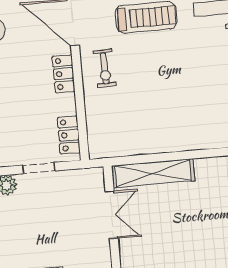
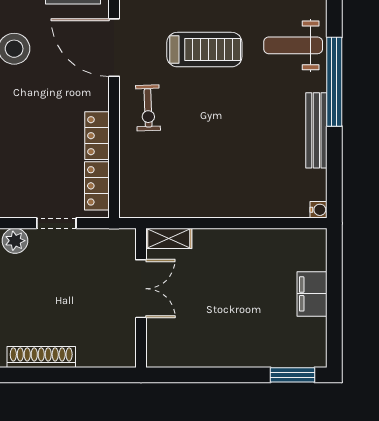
locker: (64, 74) -> (97, 136), moved
shelving: (153, 173) -> (169, 238), width x0.45, depth x0.75

